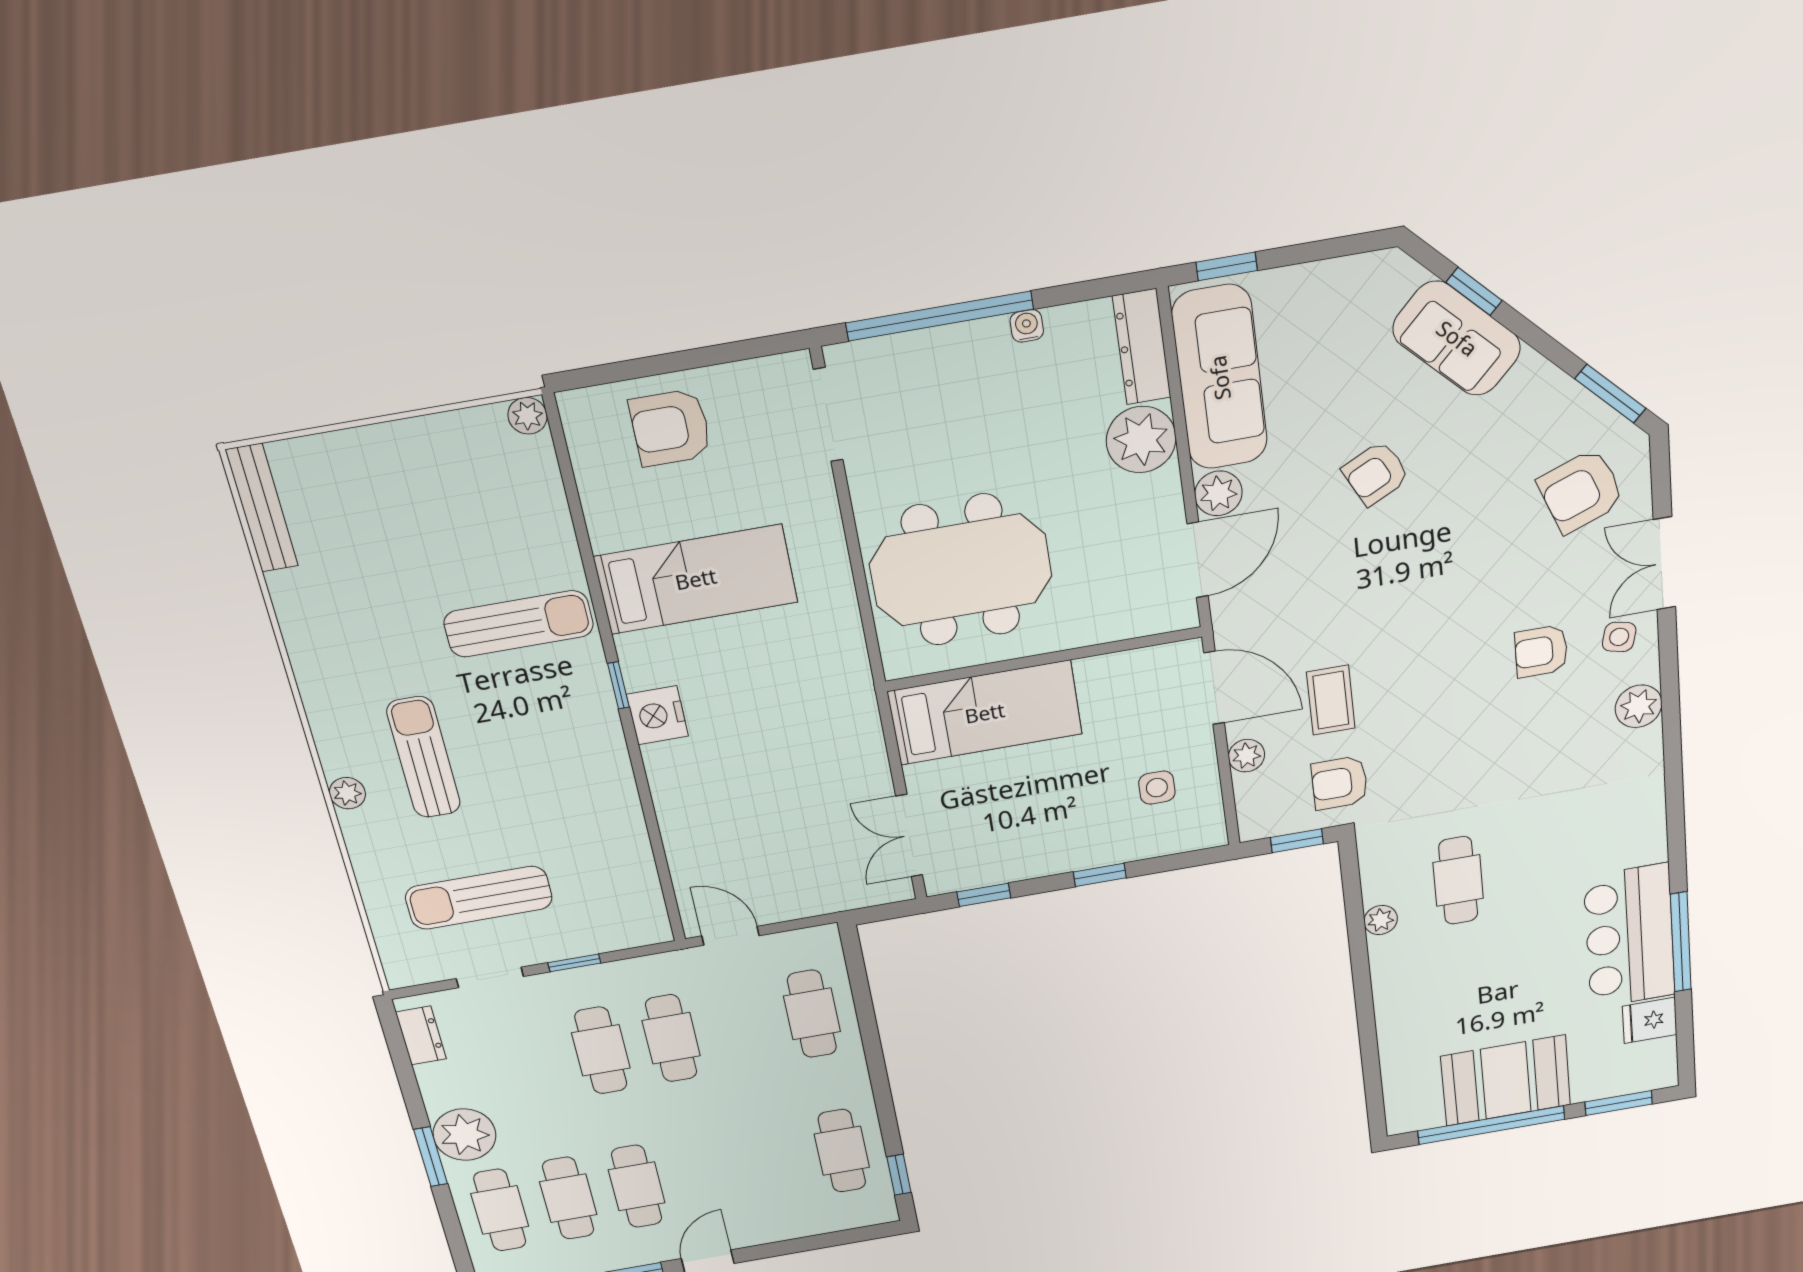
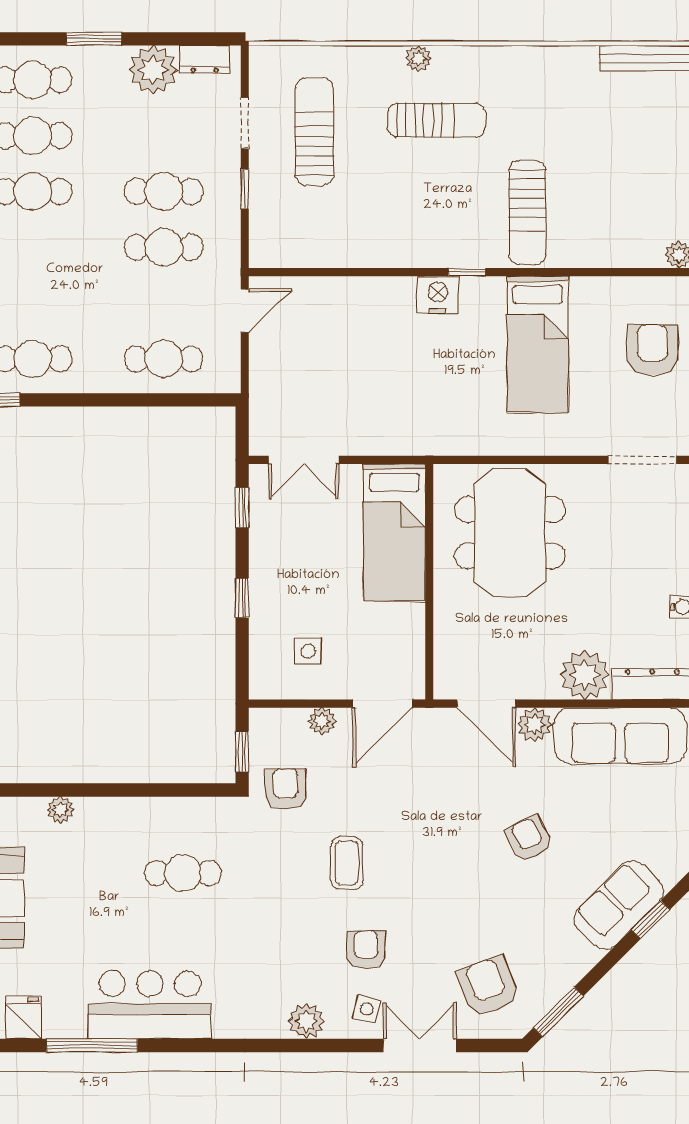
coffee table: (1331, 700) -> (347, 863), moved, turned 90
double door: (909, 836) -> (304, 460), swing flipped
plant: (1381, 920) -> (61, 810), moved
bar counter: (1630, 936) -> (150, 1005), moved
plant: (465, 1135) -> (153, 70), moved

